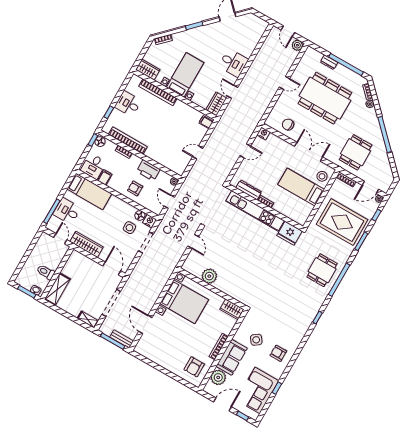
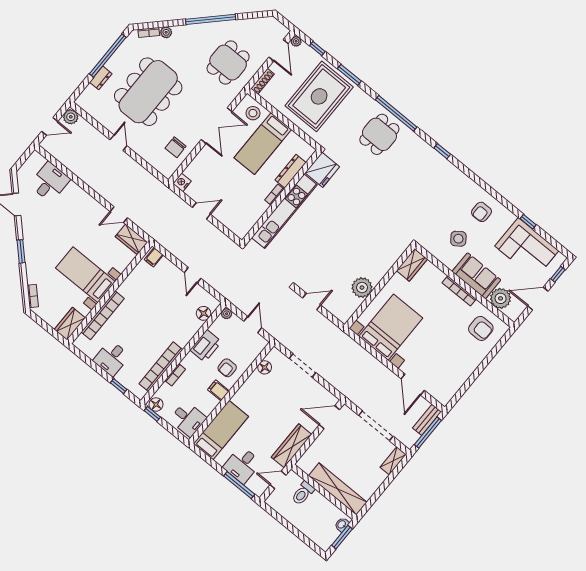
desk: (233, 63) -> (50, 182), moved
door: (245, 151) -> (201, 211), hinge flipped
double door: (309, 152) -> (217, 126), swing flipped
dining table: (356, 152) -> (228, 63), turned 90
floor lamp: (172, 165) -> (204, 313), added
filing cabinet: (105, 177) -> (218, 390), moved
dresser: (249, 190) -> (291, 171), moved
door: (169, 202) -> (253, 325), swing flipped
nightstand: (149, 221) -> (274, 356), removed
side table: (129, 228) -> (279, 384), removed
dining table: (322, 270) -> (379, 134), turned 90
toilet: (46, 272) -> (303, 493), moved
shelving: (57, 289) -> (338, 489), width x1.47
door: (145, 324) -> (413, 384), hinge flipped
door: (223, 404) -> (538, 299), hinge flipped

